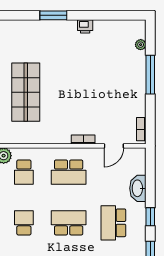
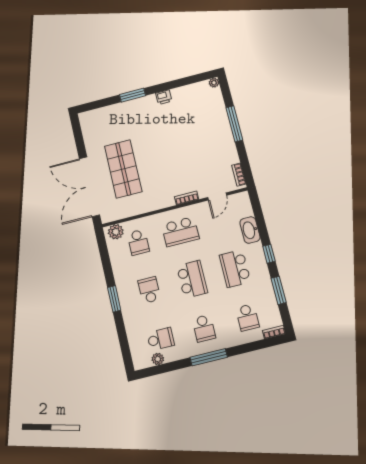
plant: (141, 45) -> (214, 83), moved
school desk: (69, 223) -> (192, 279), turned 90

